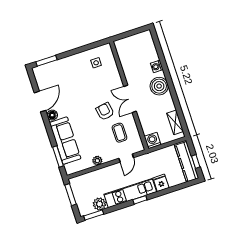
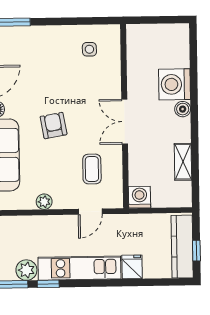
washing machine: (157, 66) -> (175, 84), width x1.89, depth x1.89
boiler: (159, 86) -> (183, 109), width x0.54, depth x0.54
armchair: (105, 111) -> (54, 126), moved
shelving: (175, 122) -> (183, 162), moved
window: (140, 200) -> (48, 284), moved

